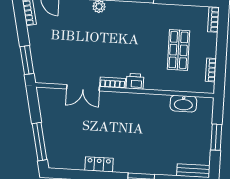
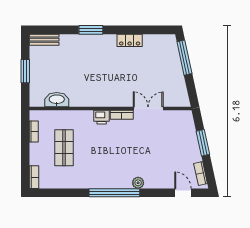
window: (27, 60) -> (203, 143), moved

